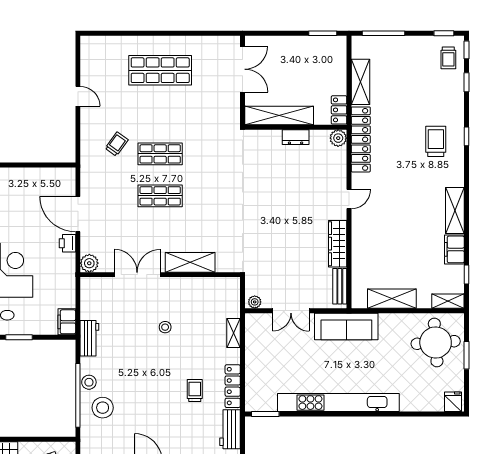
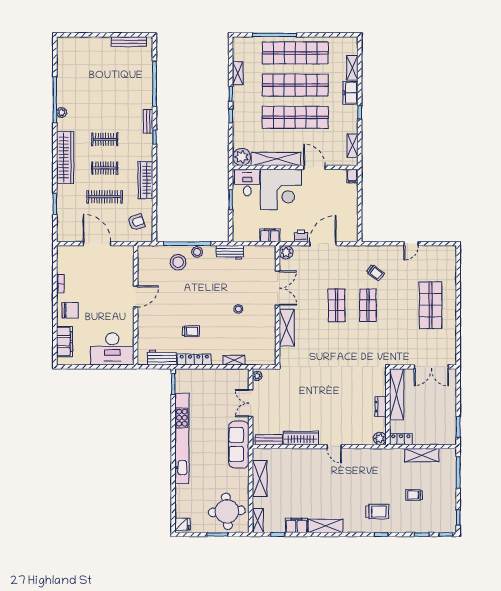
trolley: (448, 58) -> (414, 495), moved
locker: (361, 139) -> (379, 455), removed
filing cabinet: (67, 322) -> (270, 235), moved

